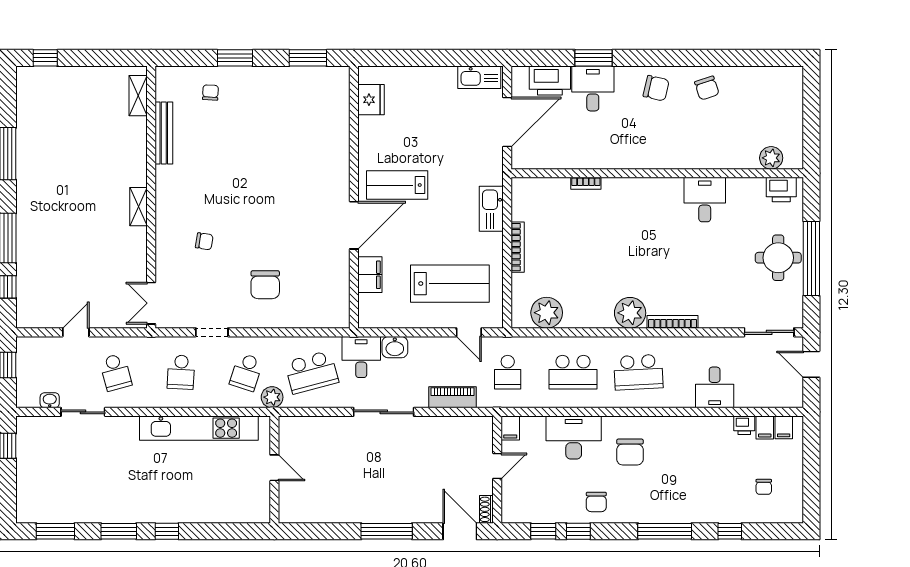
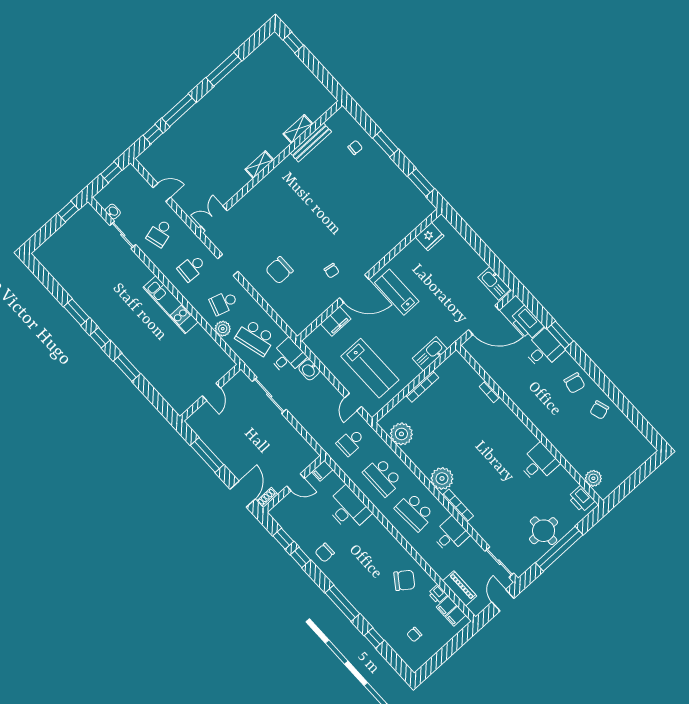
shelving: (138, 96) -> (298, 129), moved
chair: (204, 241) -> (332, 271), moved
desk: (715, 387) -> (451, 535), moved, turned 180
piano: (452, 397) -> (460, 588), moved
kitchen unit: (199, 428) -> (171, 305), width x0.73
chair: (630, 452) -> (404, 580), moved, turned -144
door: (274, 468) -> (211, 392), moved
wall: (274, 470) -> (210, 393), moved
window: (55, 531) -> (127, 367), moved

